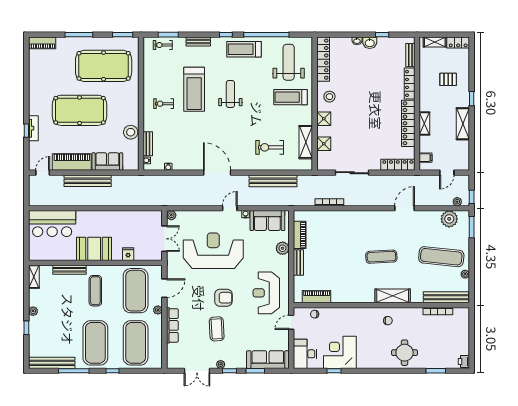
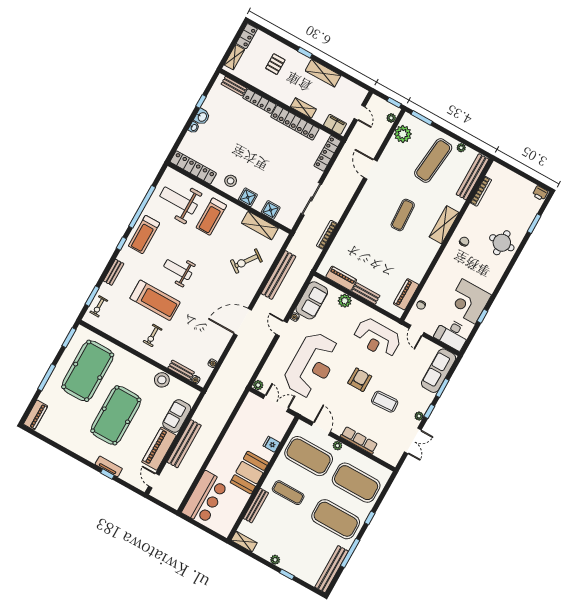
exercise bike: (270, 147) -> (246, 261), turned 36
filing cabinet: (426, 158) -> (335, 124), width x2.00
reception desk: (213, 251) -> (312, 365), turned 180

